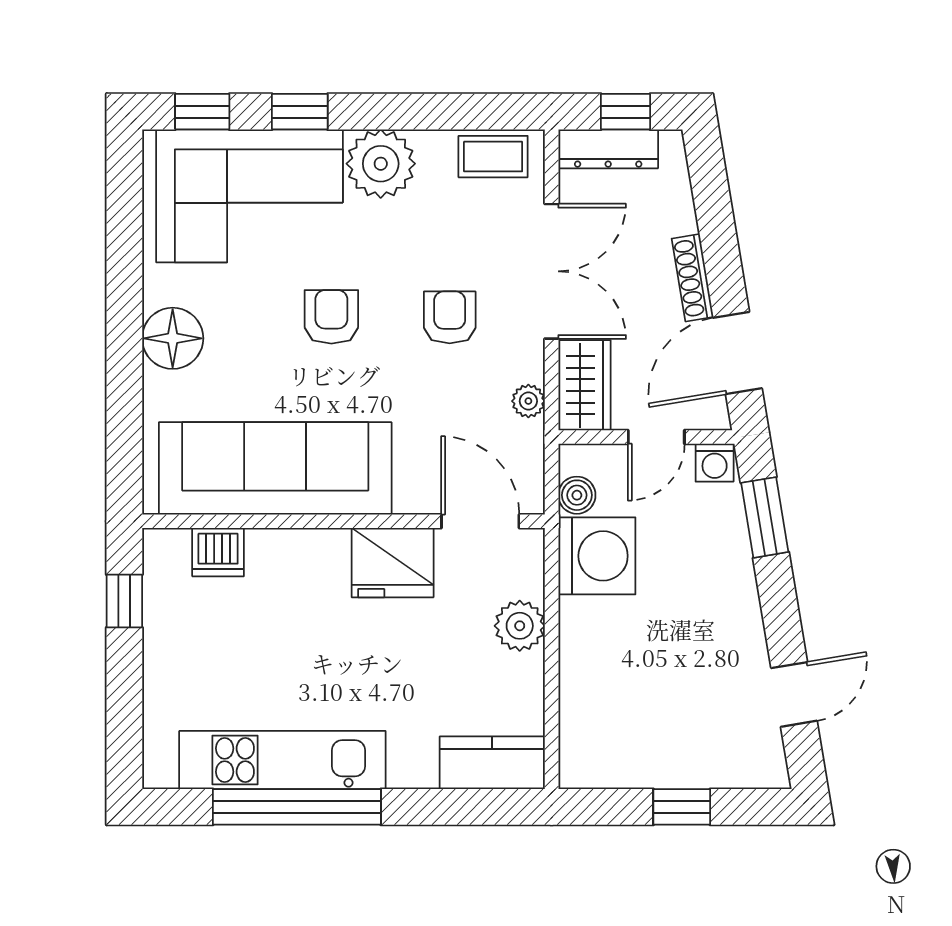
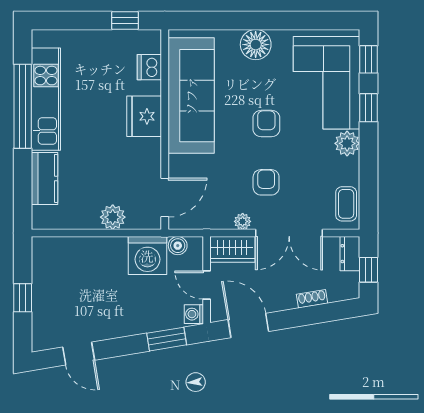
dresser: (608, 149) -> (350, 254), width x0.70
plant: (381, 164) -> (347, 143), width x0.73, depth x0.73
shoe rack: (693, 278) -> (312, 299), moved, width x0.70
armchair: (331, 317) -> (266, 123), turned -90
armchair: (450, 317) -> (266, 182), turned -90
plant: (528, 401) -> (243, 221), moved
fridge: (393, 563) -> (144, 116), moved
kitchen counter: (492, 763) -> (45, 178), moved

